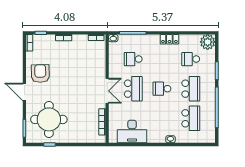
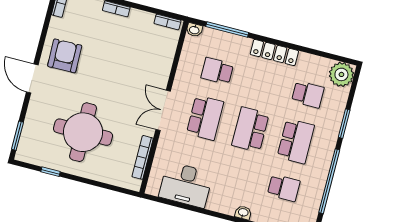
locker: (169, 39) -> (274, 53), width x1.53
school desk: (191, 59) -> (308, 94), turned 180
school desk: (162, 89) -> (250, 129), width x1.85
double door: (107, 91) -> (163, 110), swing flipped
school desk: (191, 118) -> (284, 188), width x0.54
round table: (49, 119) -> (83, 132), moved

